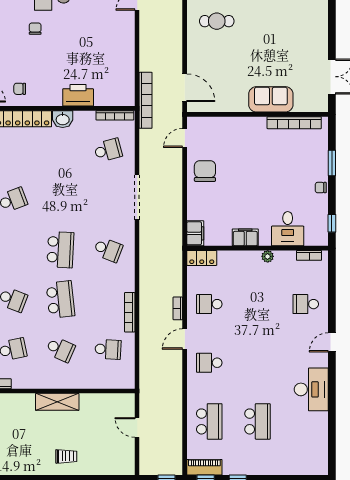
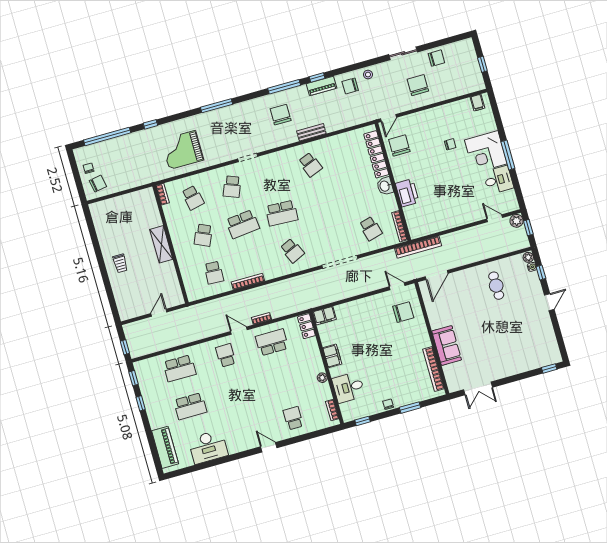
chair: (20, 89) -> (399, 145), width x1.87, depth x1.87
chair: (205, 171) -> (403, 312), moved
school desk: (108, 250) -> (292, 251), turned -45
school desk: (209, 304) -> (272, 342), width x1.85
desk: (311, 389) -> (208, 447), moved
piano: (204, 467) -> (165, 447), moved, width x1.37, depth x1.33

